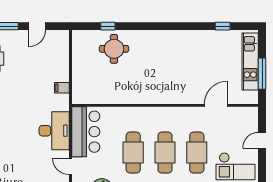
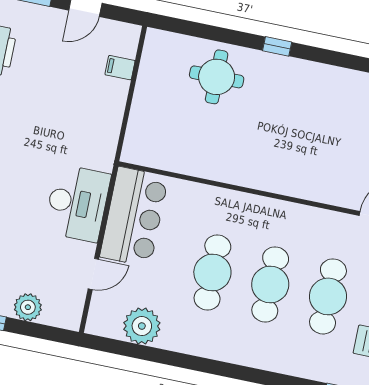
window: (108, 26) -> (277, 46), moved
filing cabinet: (62, 88) -> (120, 68), moved
door: (70, 166) -> (93, 274), swing flipped

